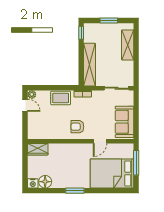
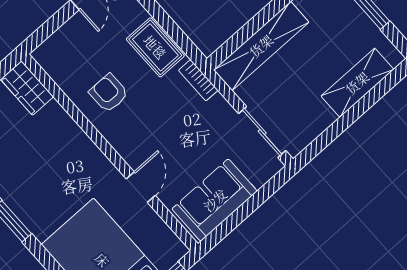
armchair: (77, 127) -> (109, 93), moved
door: (100, 141) -> (141, 187), swing flipped

